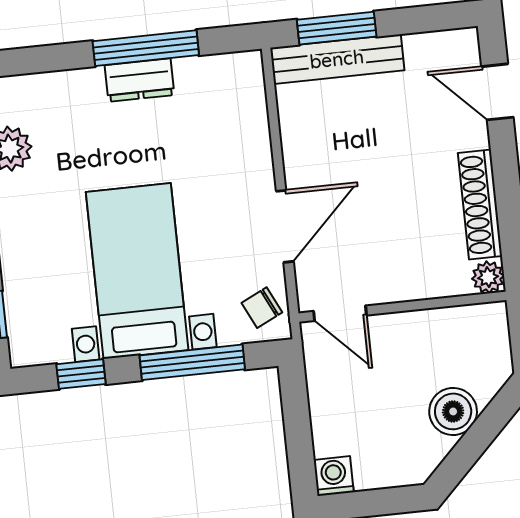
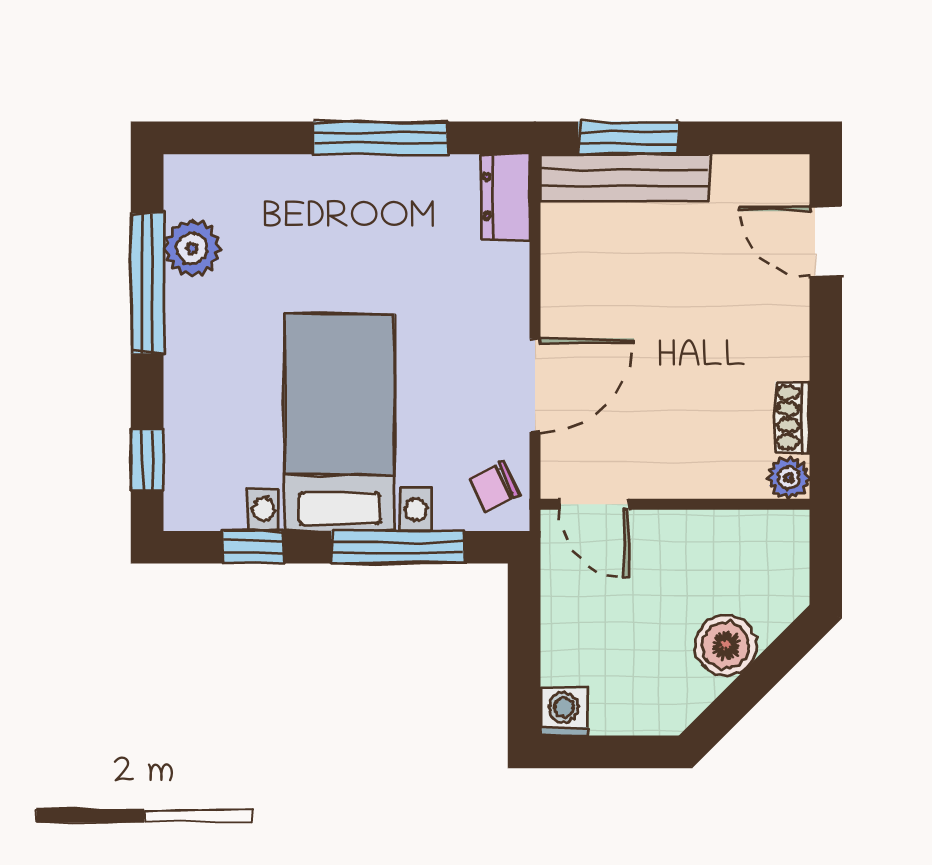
dresser: (140, 80) -> (506, 197), moved, turned 90
shoe rack: (480, 204) -> (792, 417), width x0.51, depth x0.81

